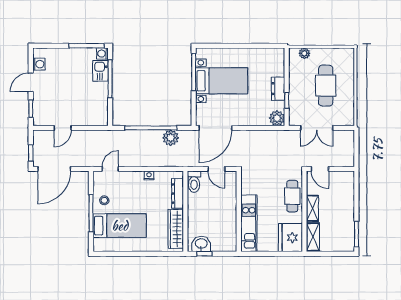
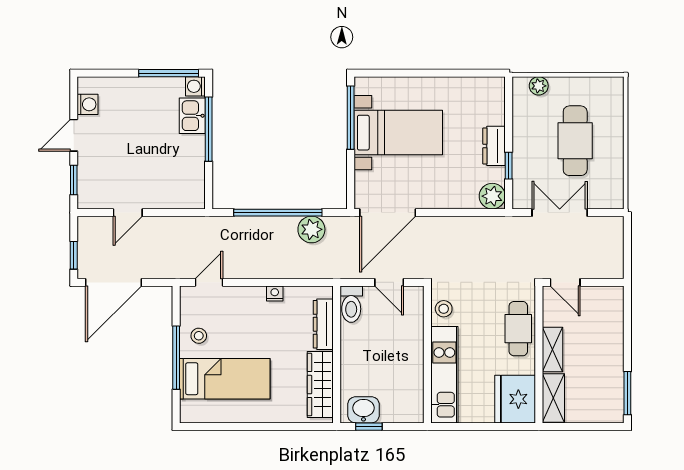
double door: (317, 128) -> (560, 213), swing flipped
stool: (248, 184) -> (444, 309), added

